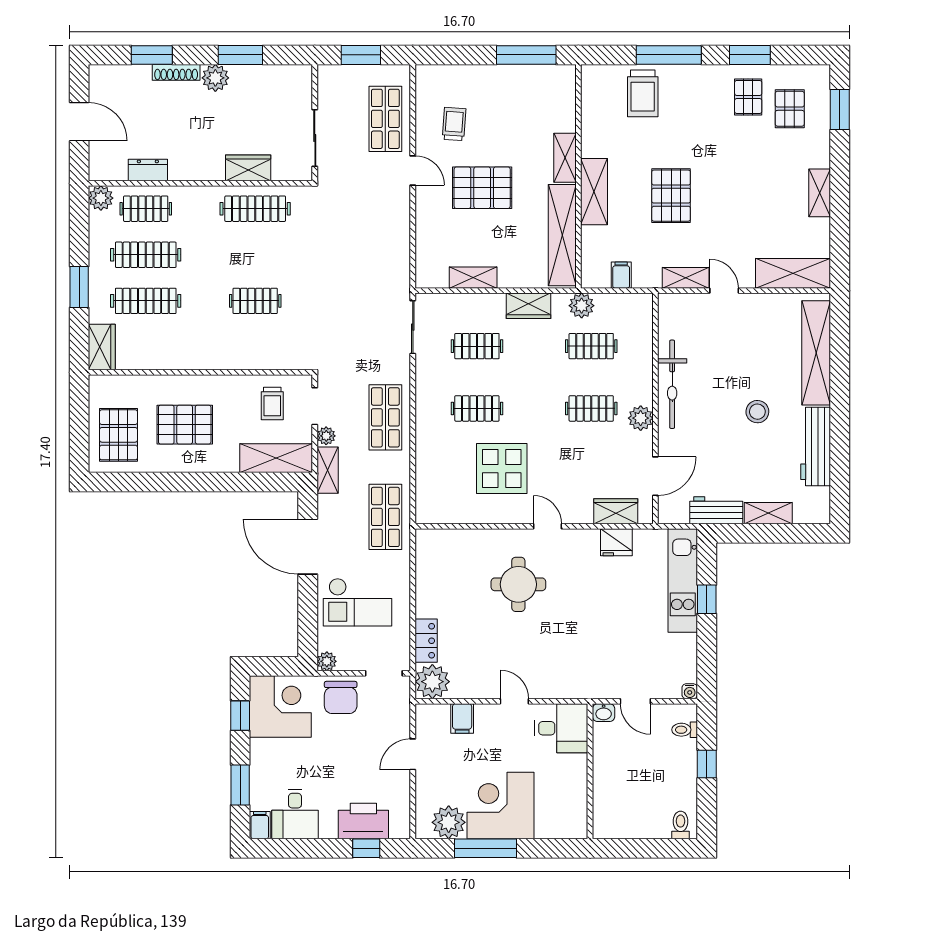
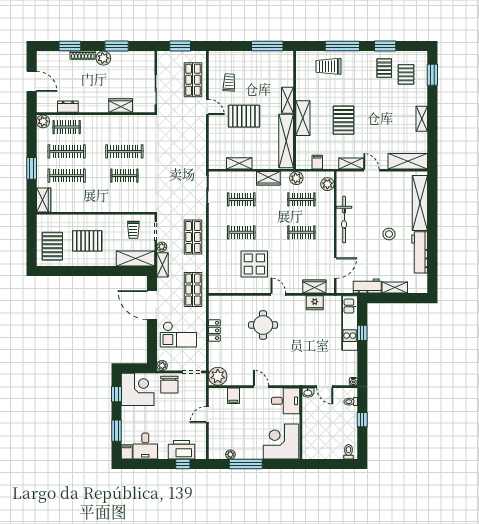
trolley: (643, 93) -> (329, 66), turned 90
clothes rail: (255, 209) -> (124, 151), moved
plant: (641, 418) -> (327, 184), moved
locker: (426, 641) -> (214, 330), moved
corner desk: (501, 806) -> (281, 442), moved
plant: (449, 822) -> (230, 454), width x0.53, depth x0.53

